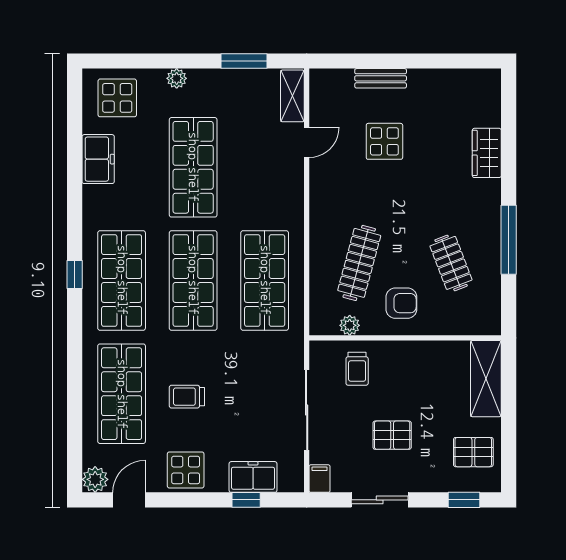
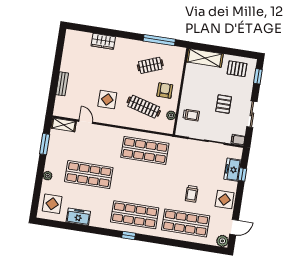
display table: (384, 141) -> (107, 100), moved
window: (509, 240) -> (159, 40), moved
shop shelf: (193, 280) -> (140, 183), removed
pallet: (473, 452) -> (237, 69), turned 90
door: (129, 500) -> (234, 227), swing flipped

